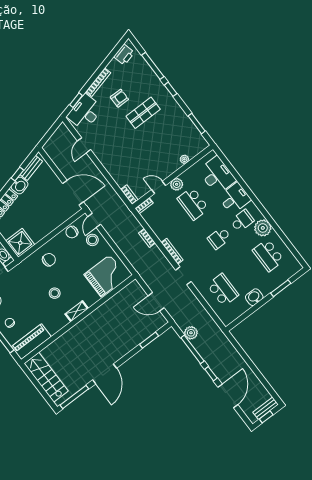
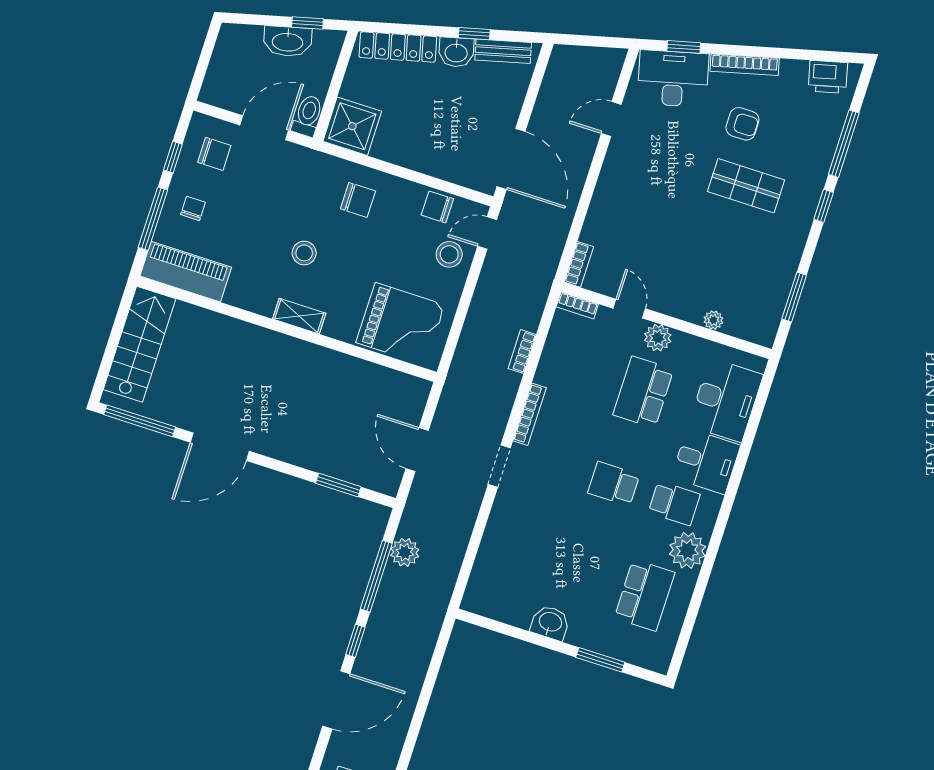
school desk: (268, 255) -> (645, 595), turned 180
school desk: (223, 290) -> (524, 556), removed

